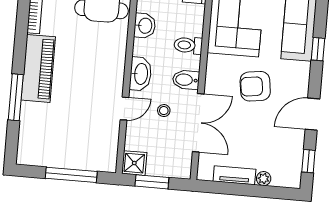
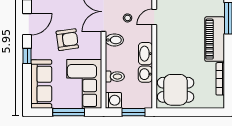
toilet: (188, 45) -> (115, 77), moved
window: (318, 49) -> (27, 56), moved
washbasin: (140, 74) -> (145, 54), moved

